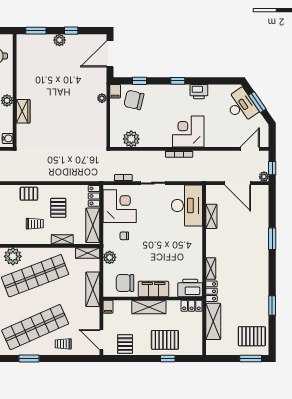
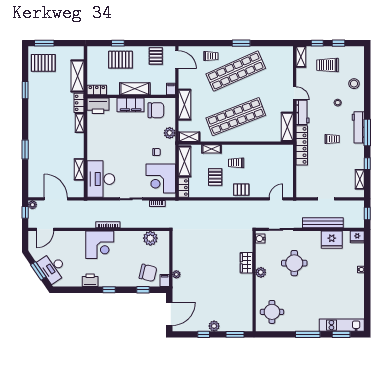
plant: (13, 256) -> (256, 134), removed

